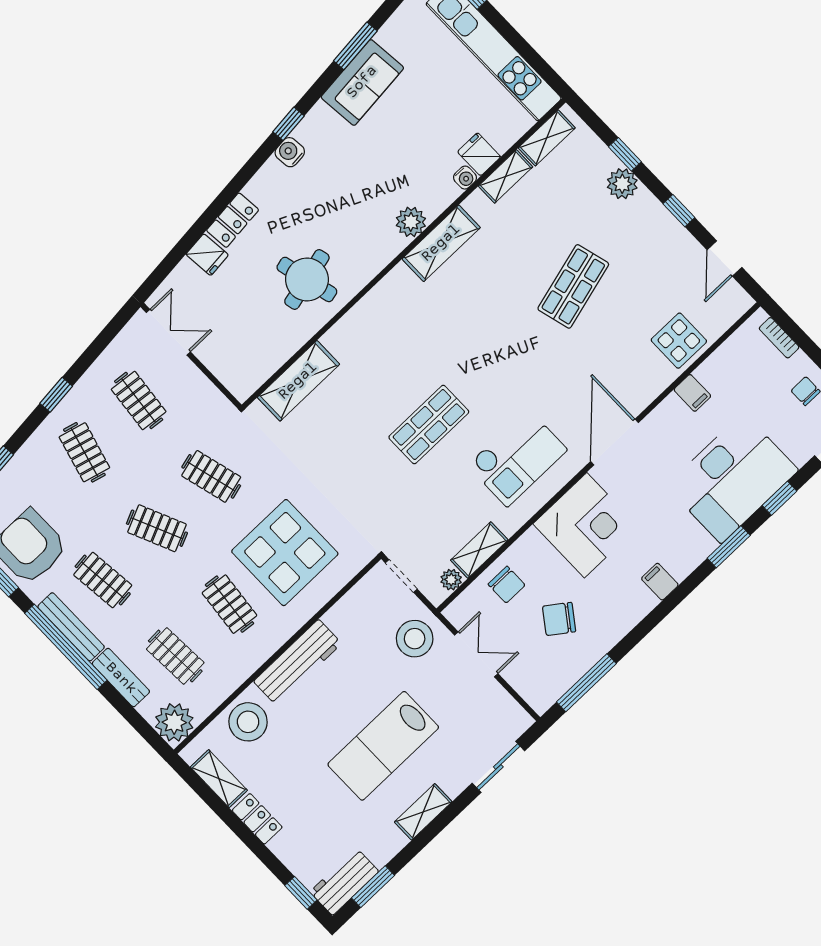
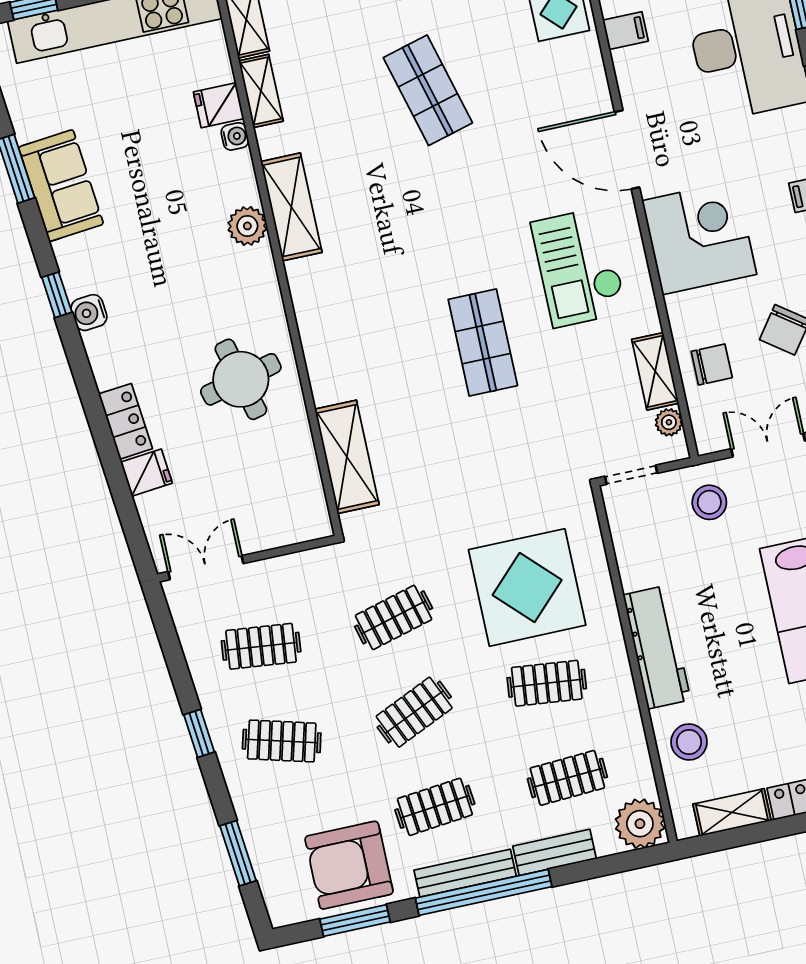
checkout: (517, 458) -> (579, 267), turned 180
stool: (415, 639) -> (709, 502), width x0.73, depth x0.73
stool: (248, 722) -> (689, 742), width x0.73, depth x0.73

